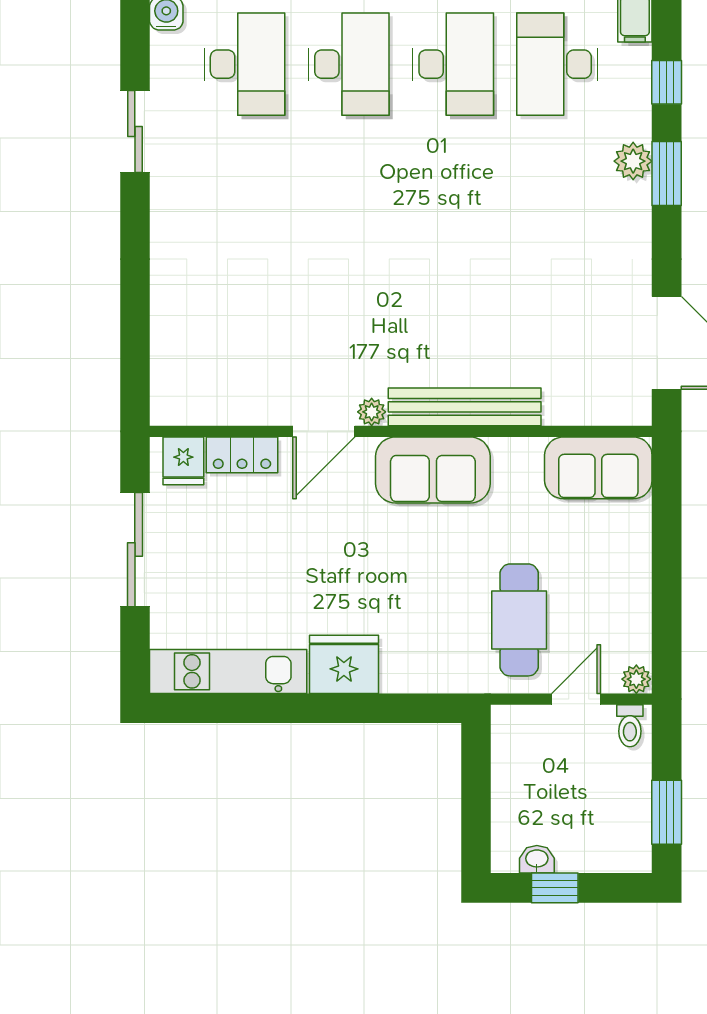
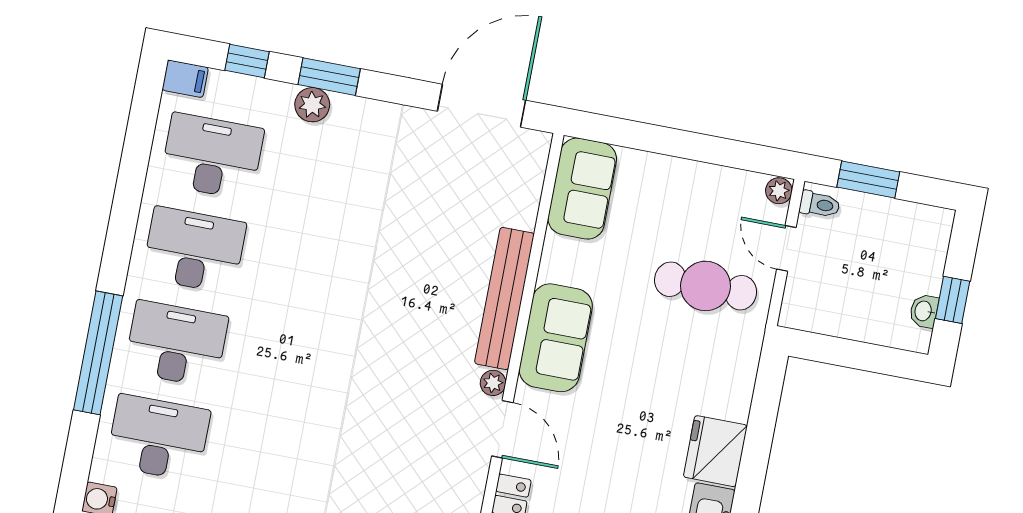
desk: (557, 64) -> (212, 156), turned 180
window: (667, 812) -> (868, 179), moved

